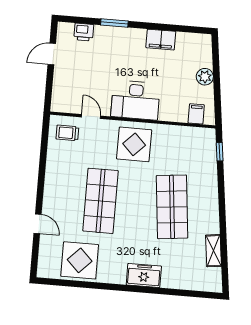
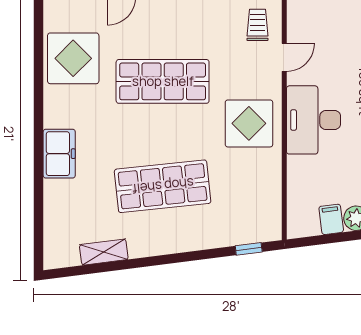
filing cabinet: (196, 114) -> (331, 219), moved, turned -97

